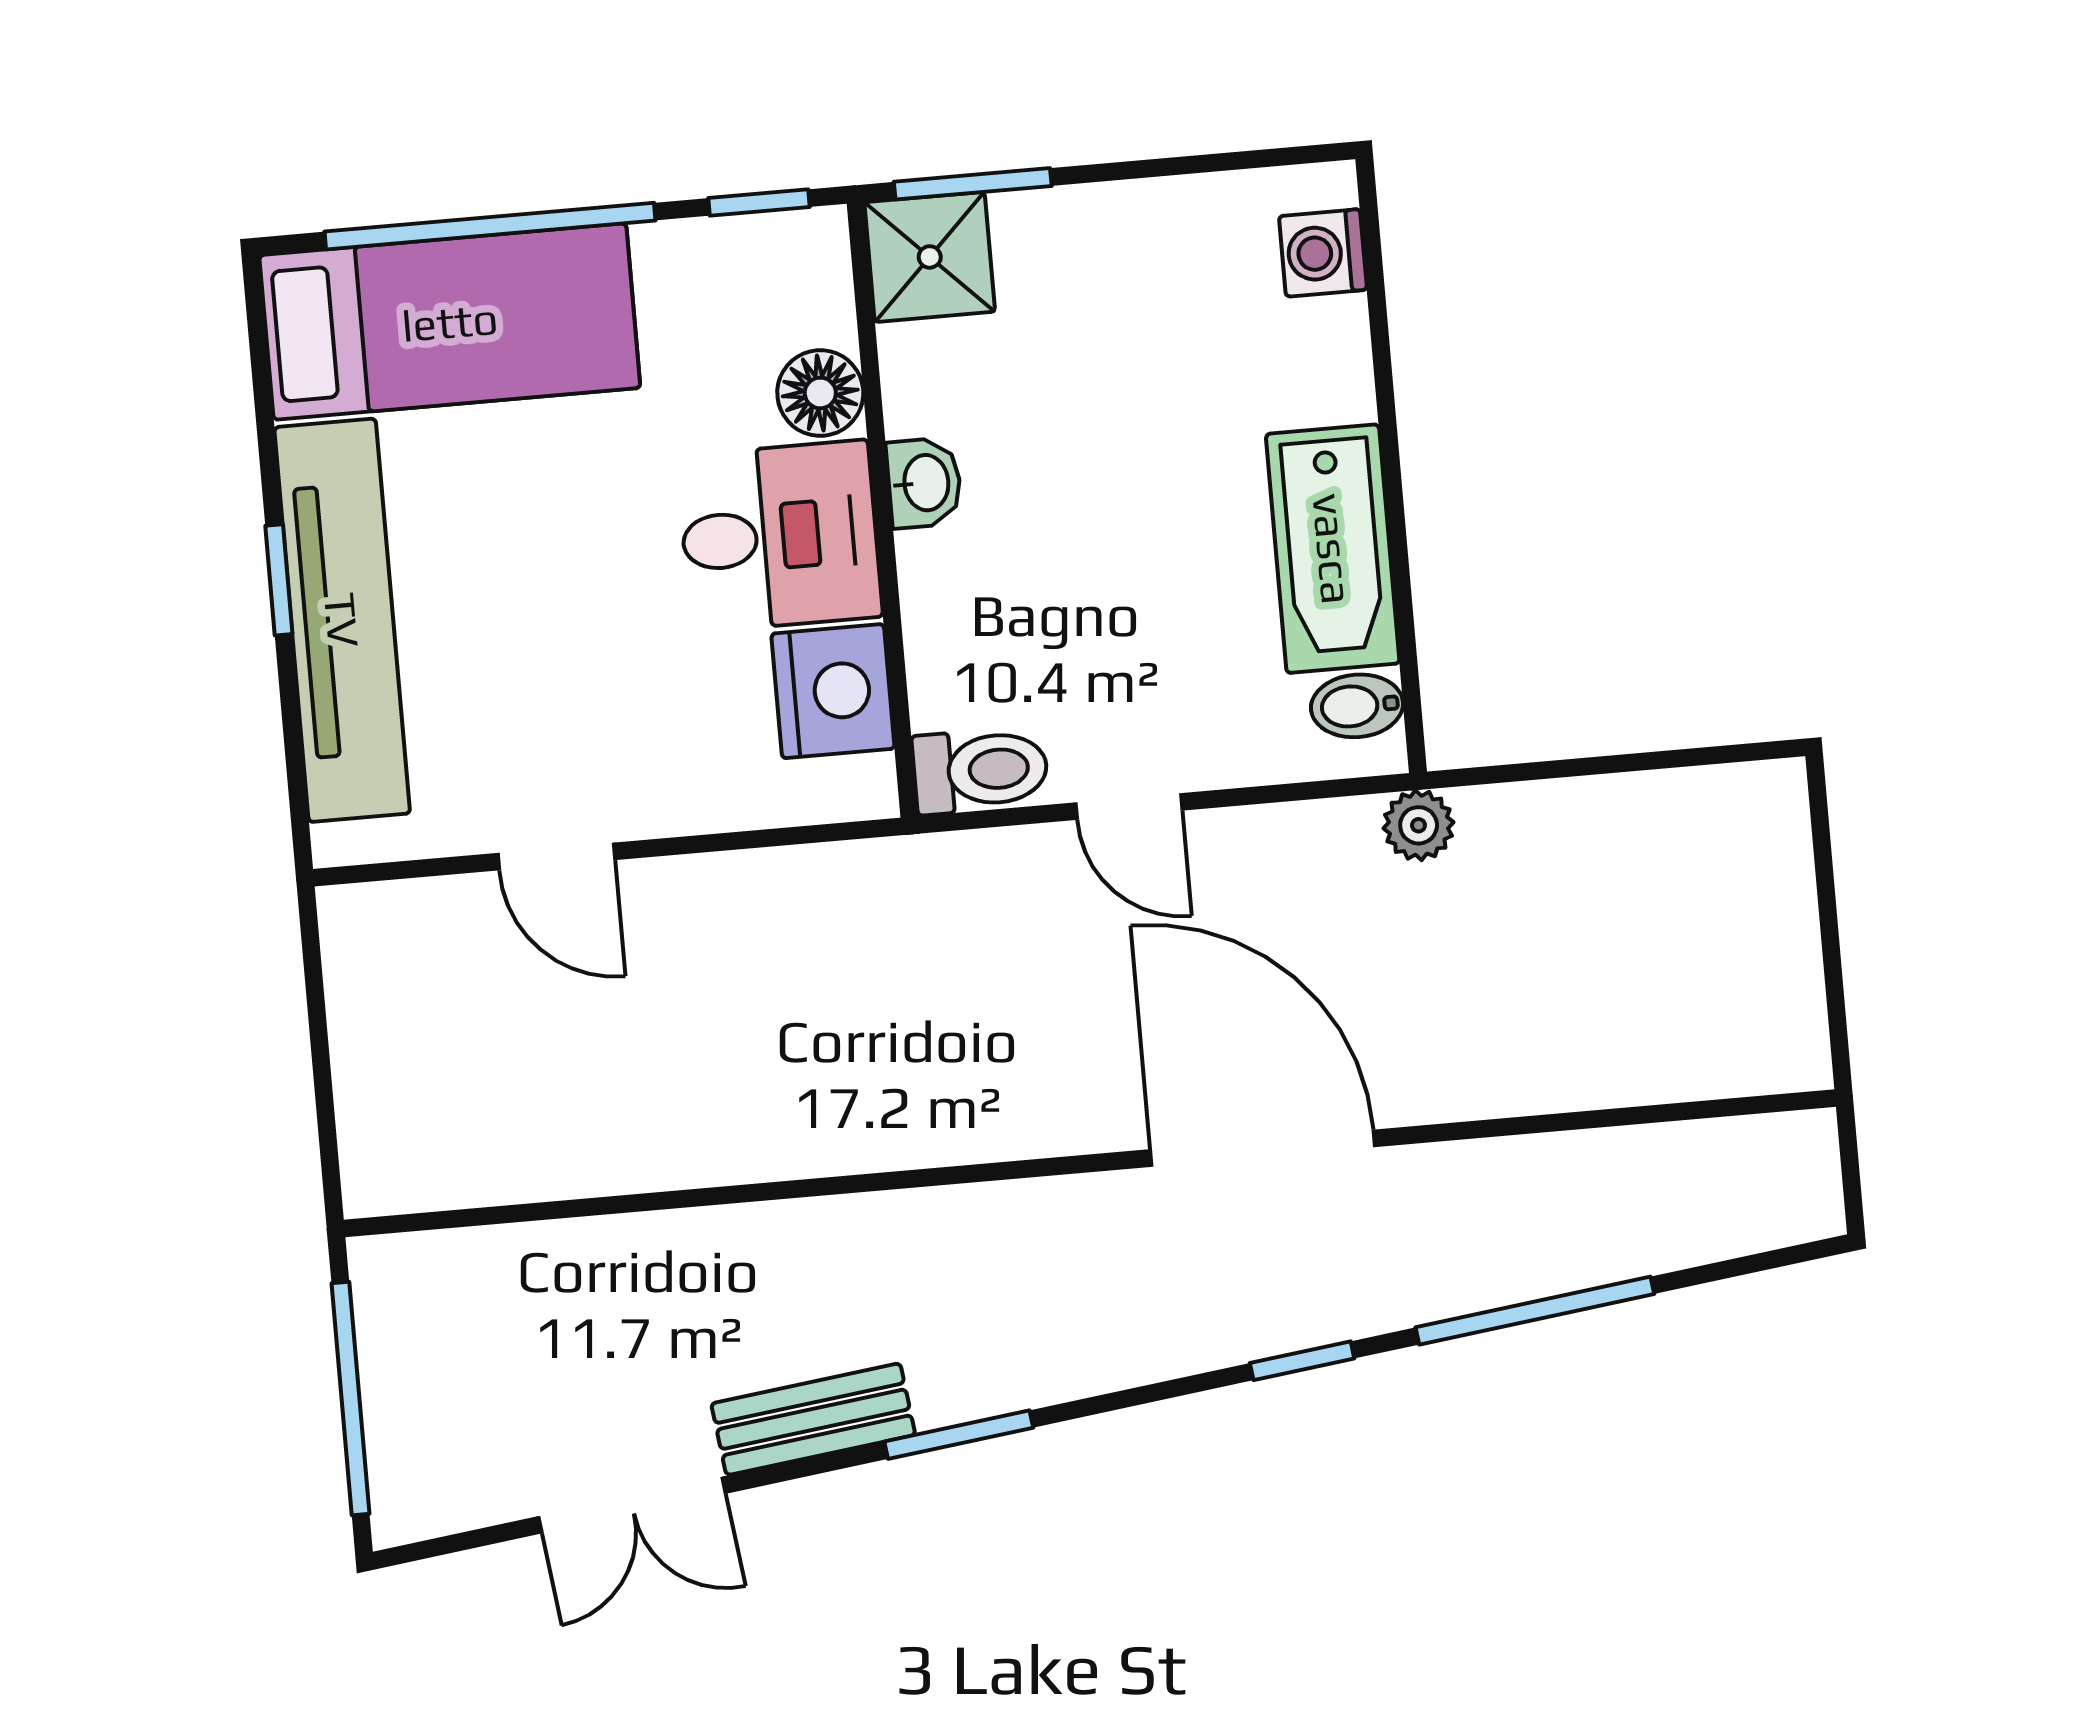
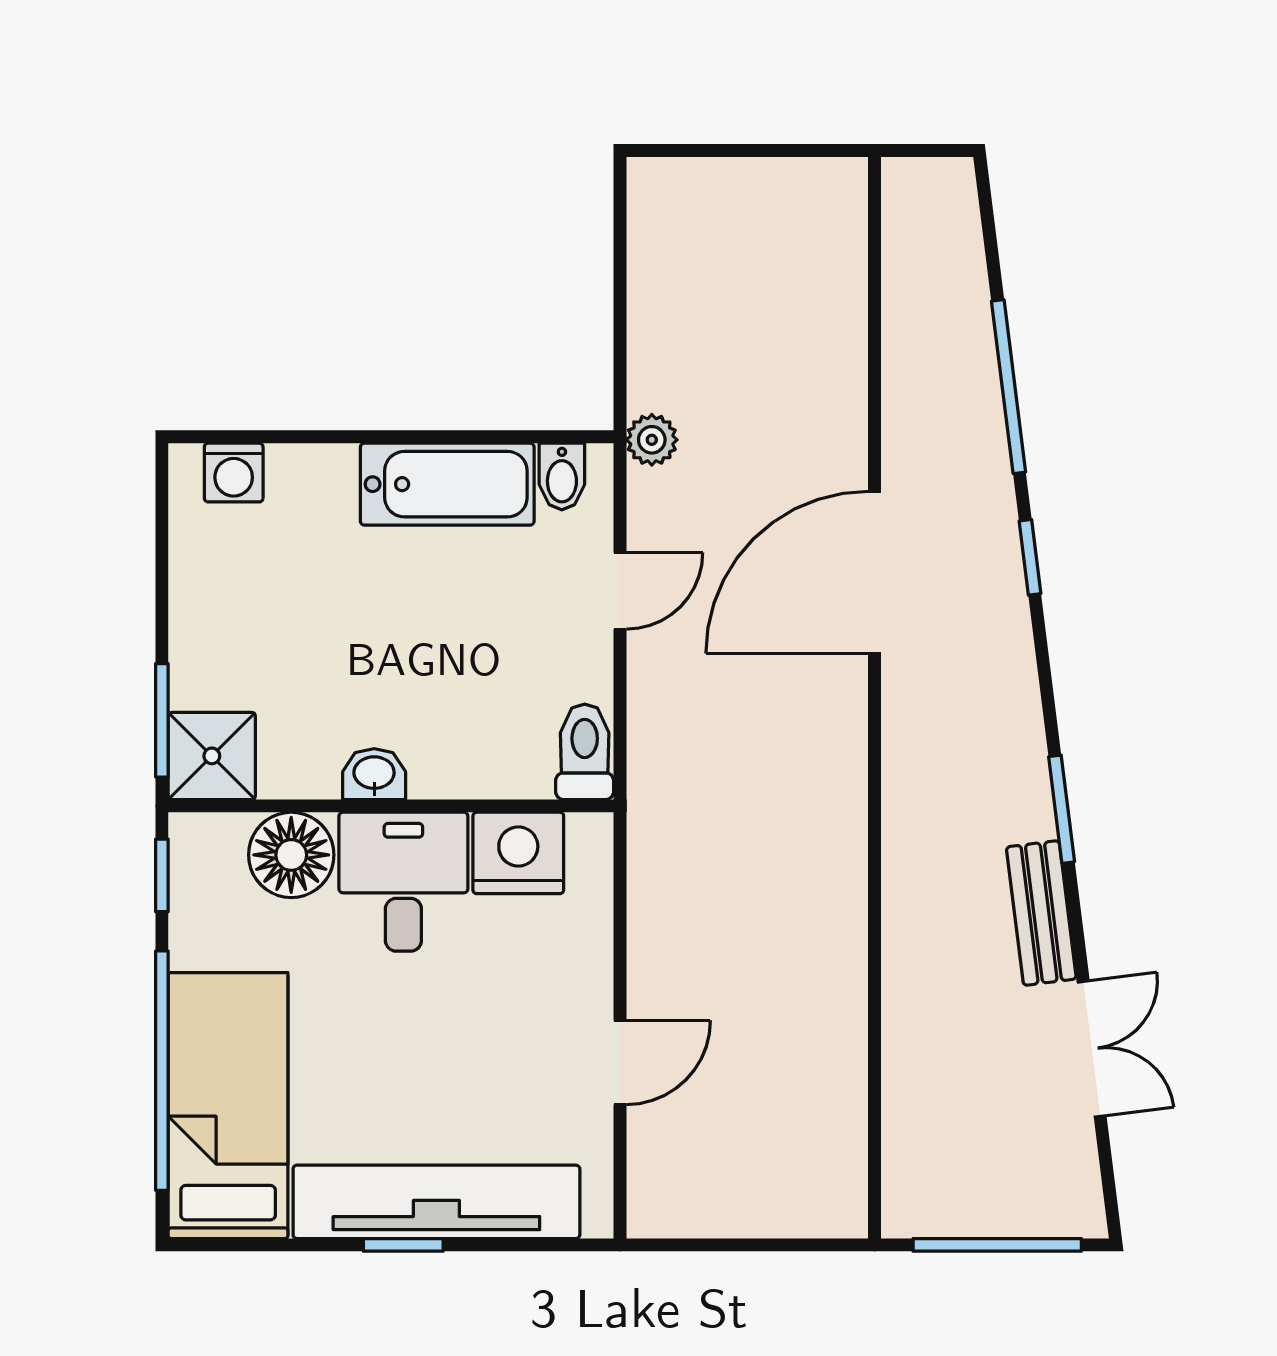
floor lamp: (820, 393) -> (291, 855), width x1.38, depth x1.38
door: (1129, 806) -> (620, 591), moved

